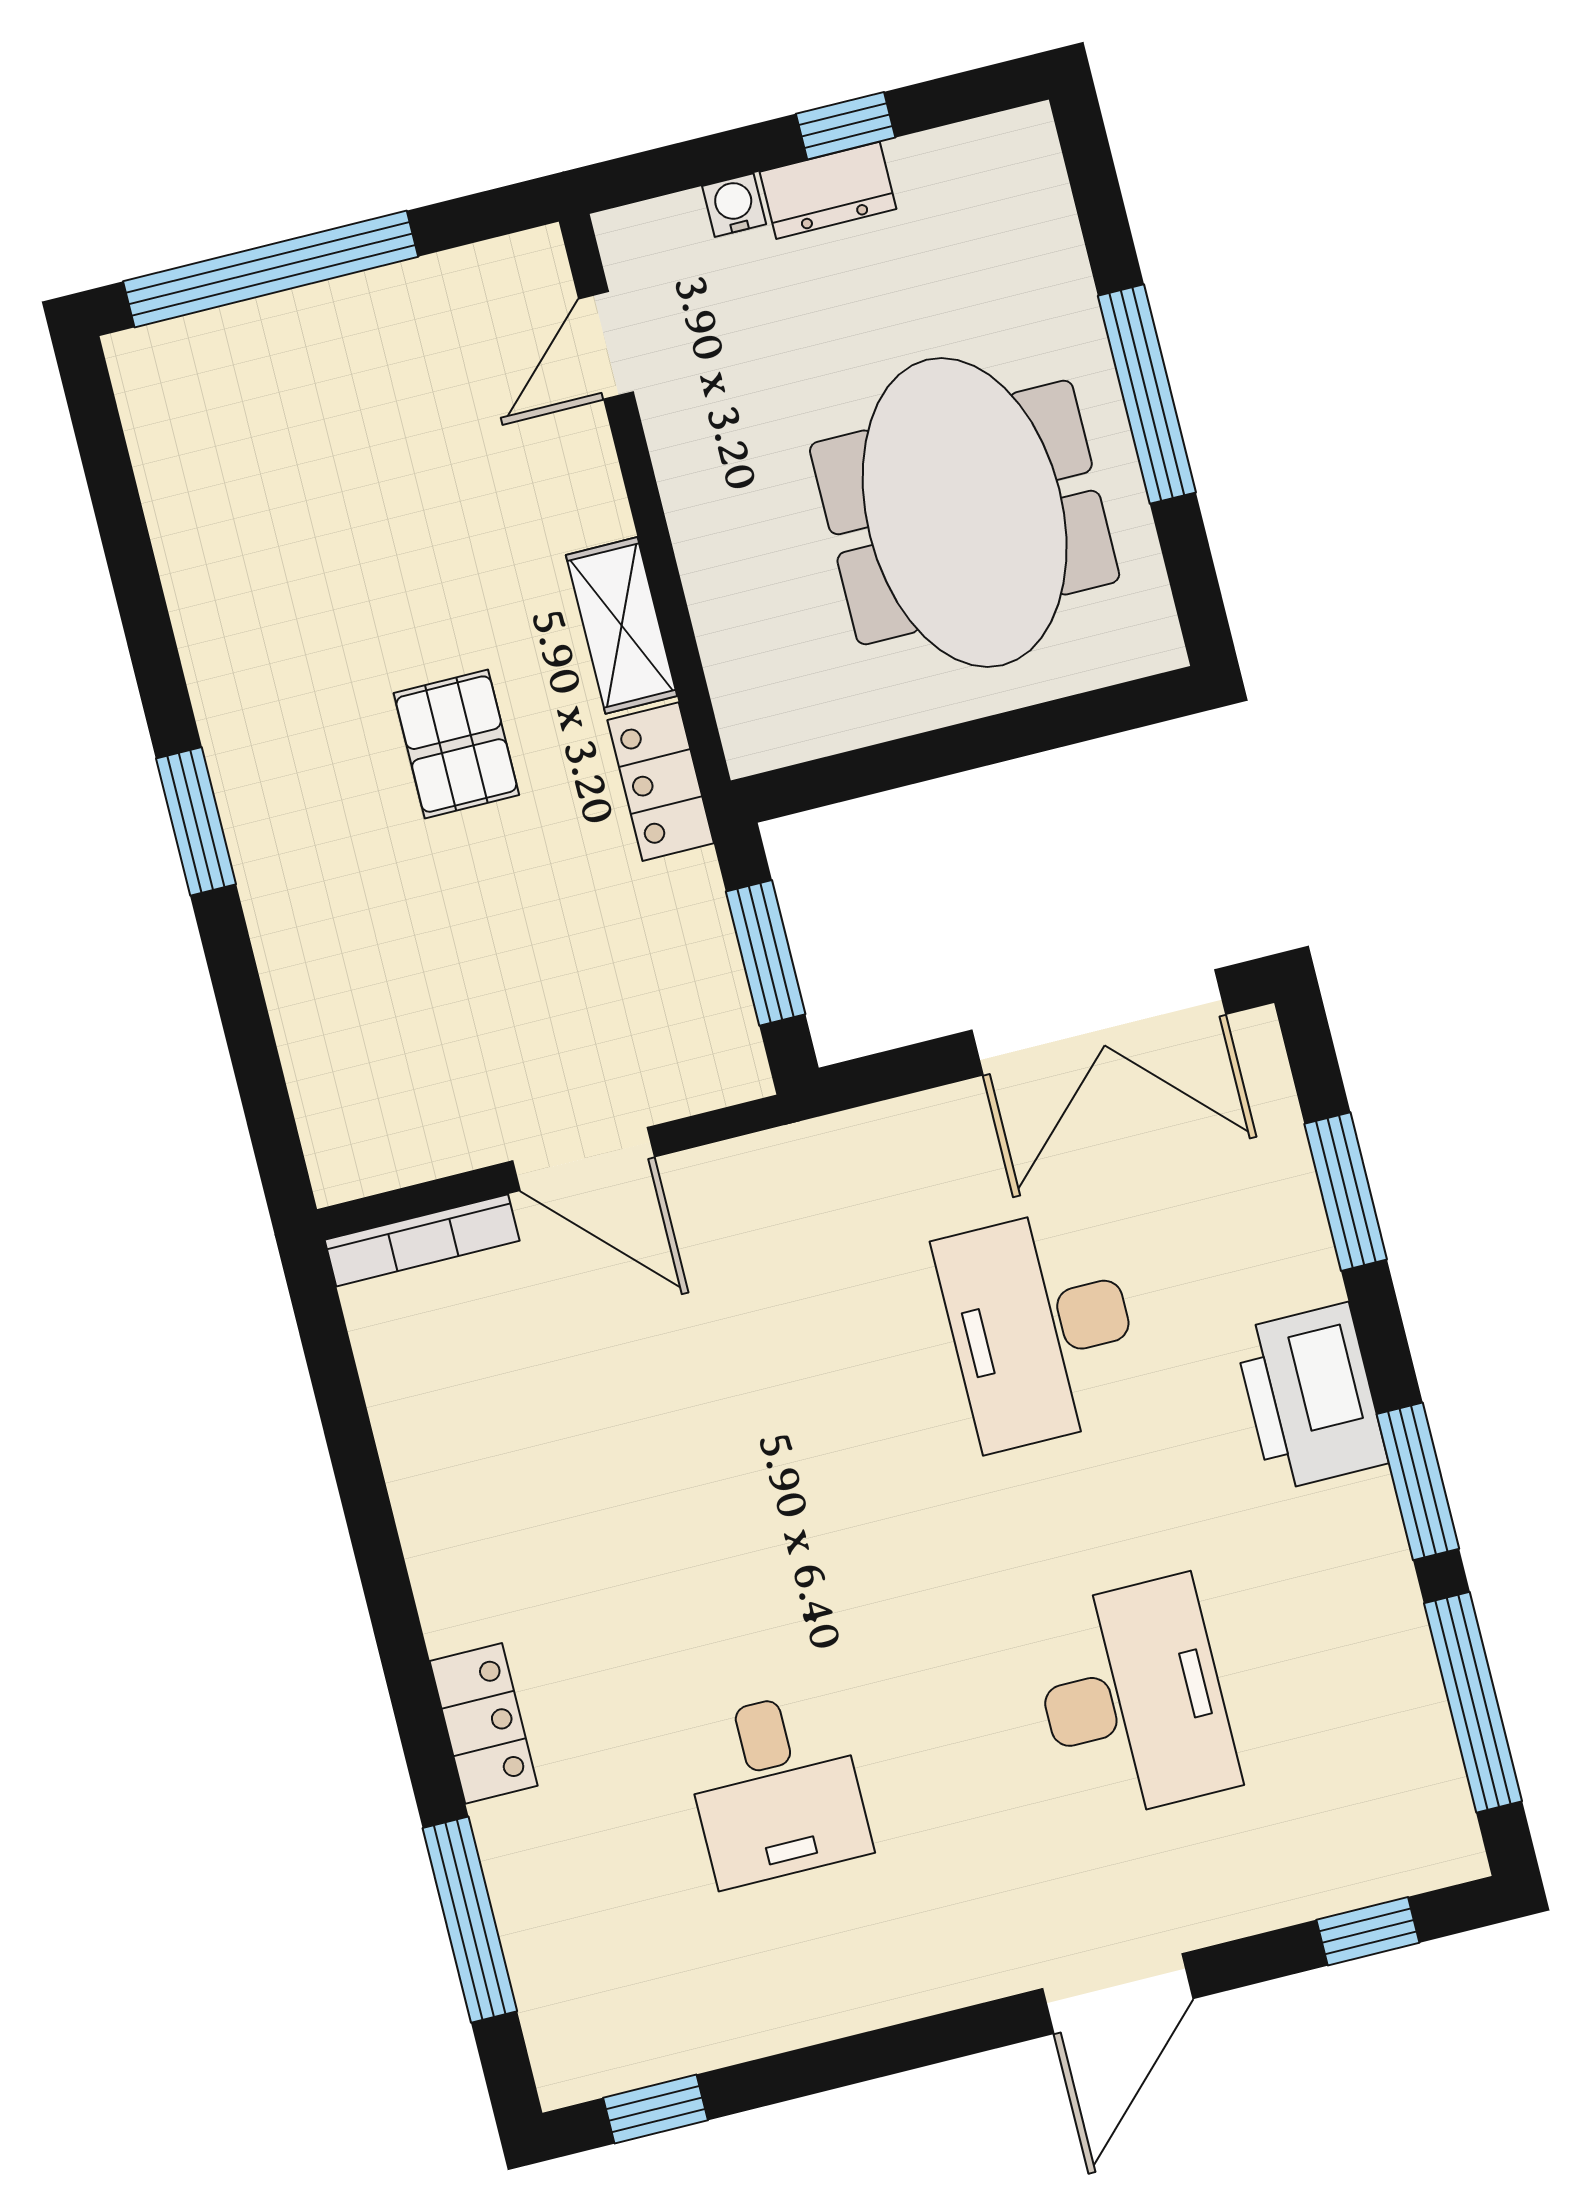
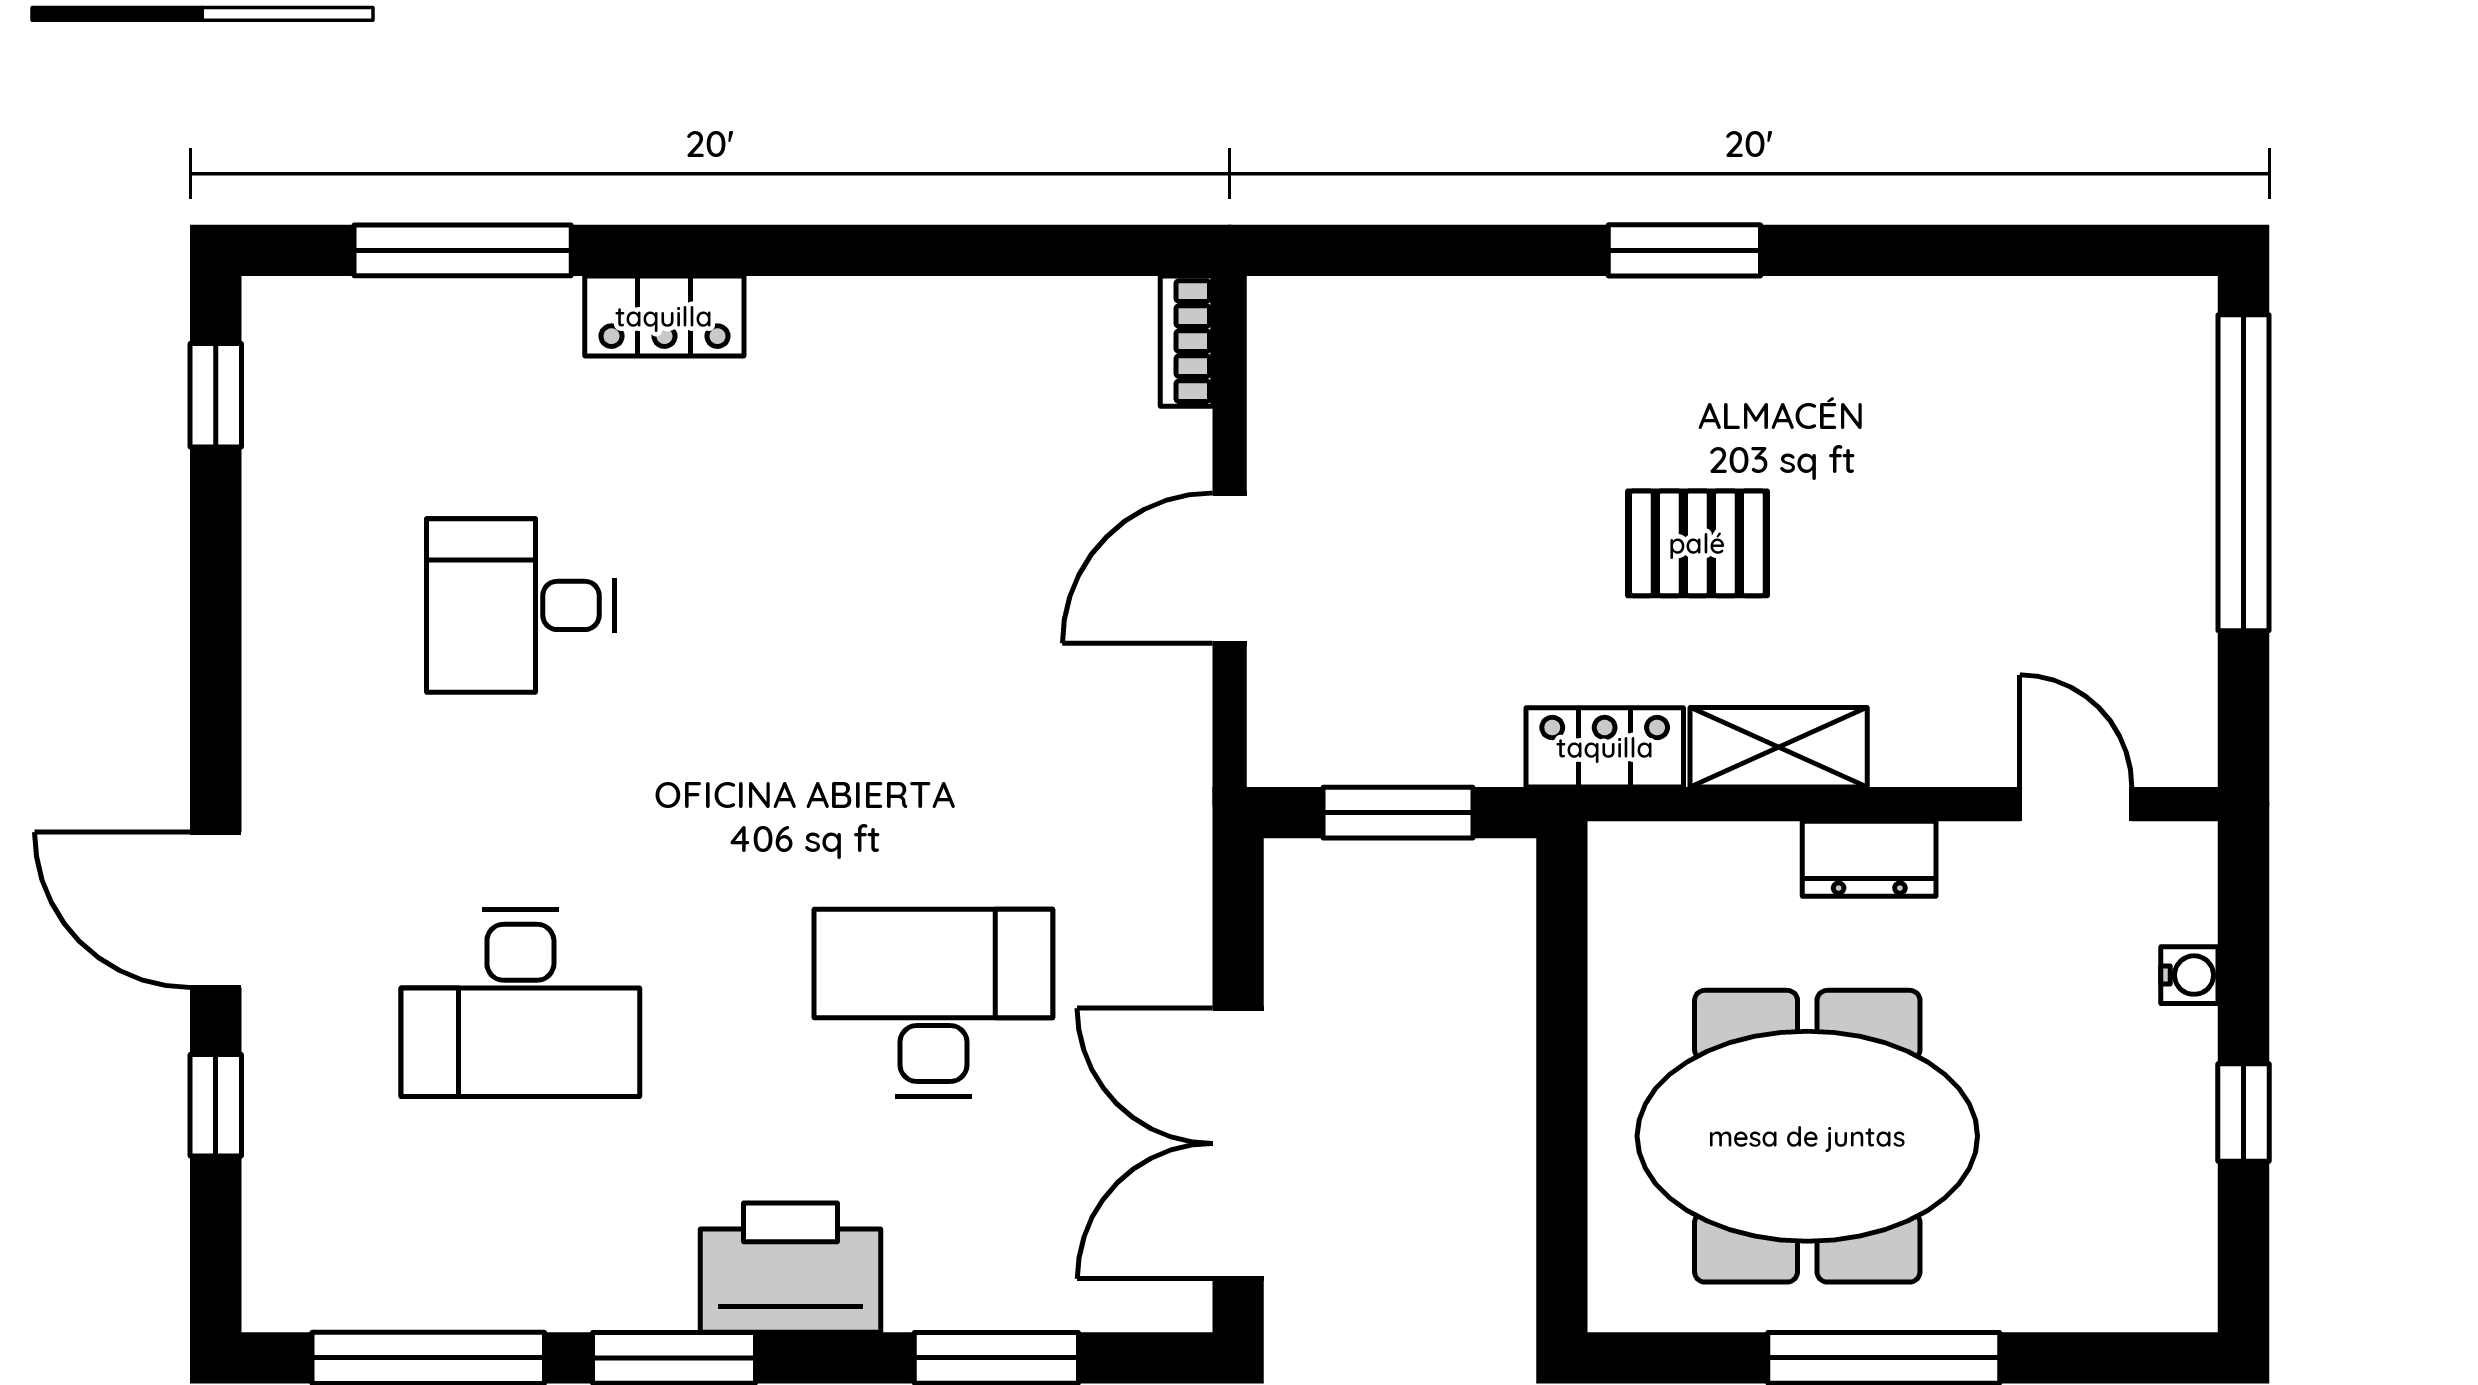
dresser: (828, 190) -> (1869, 859), moved, turned -90
bookcase: (422, 1240) -> (1186, 341), width x0.64
window: (1368, 1931) -> (216, 1105), moved

